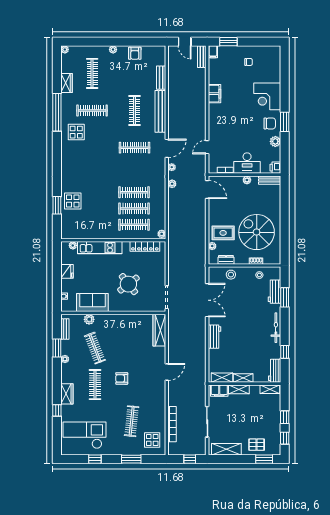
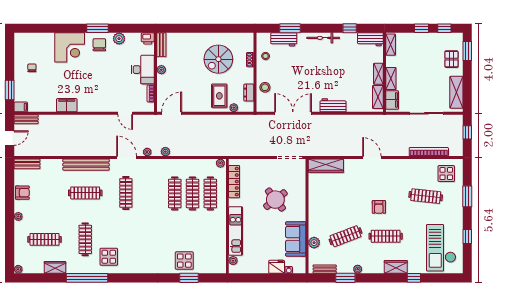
bench: (161, 78) -> (27, 164), moved
spiral stairs: (257, 232) -> (218, 59), width x0.73, depth x0.73
fridge: (67, 271) -> (277, 267), moved

